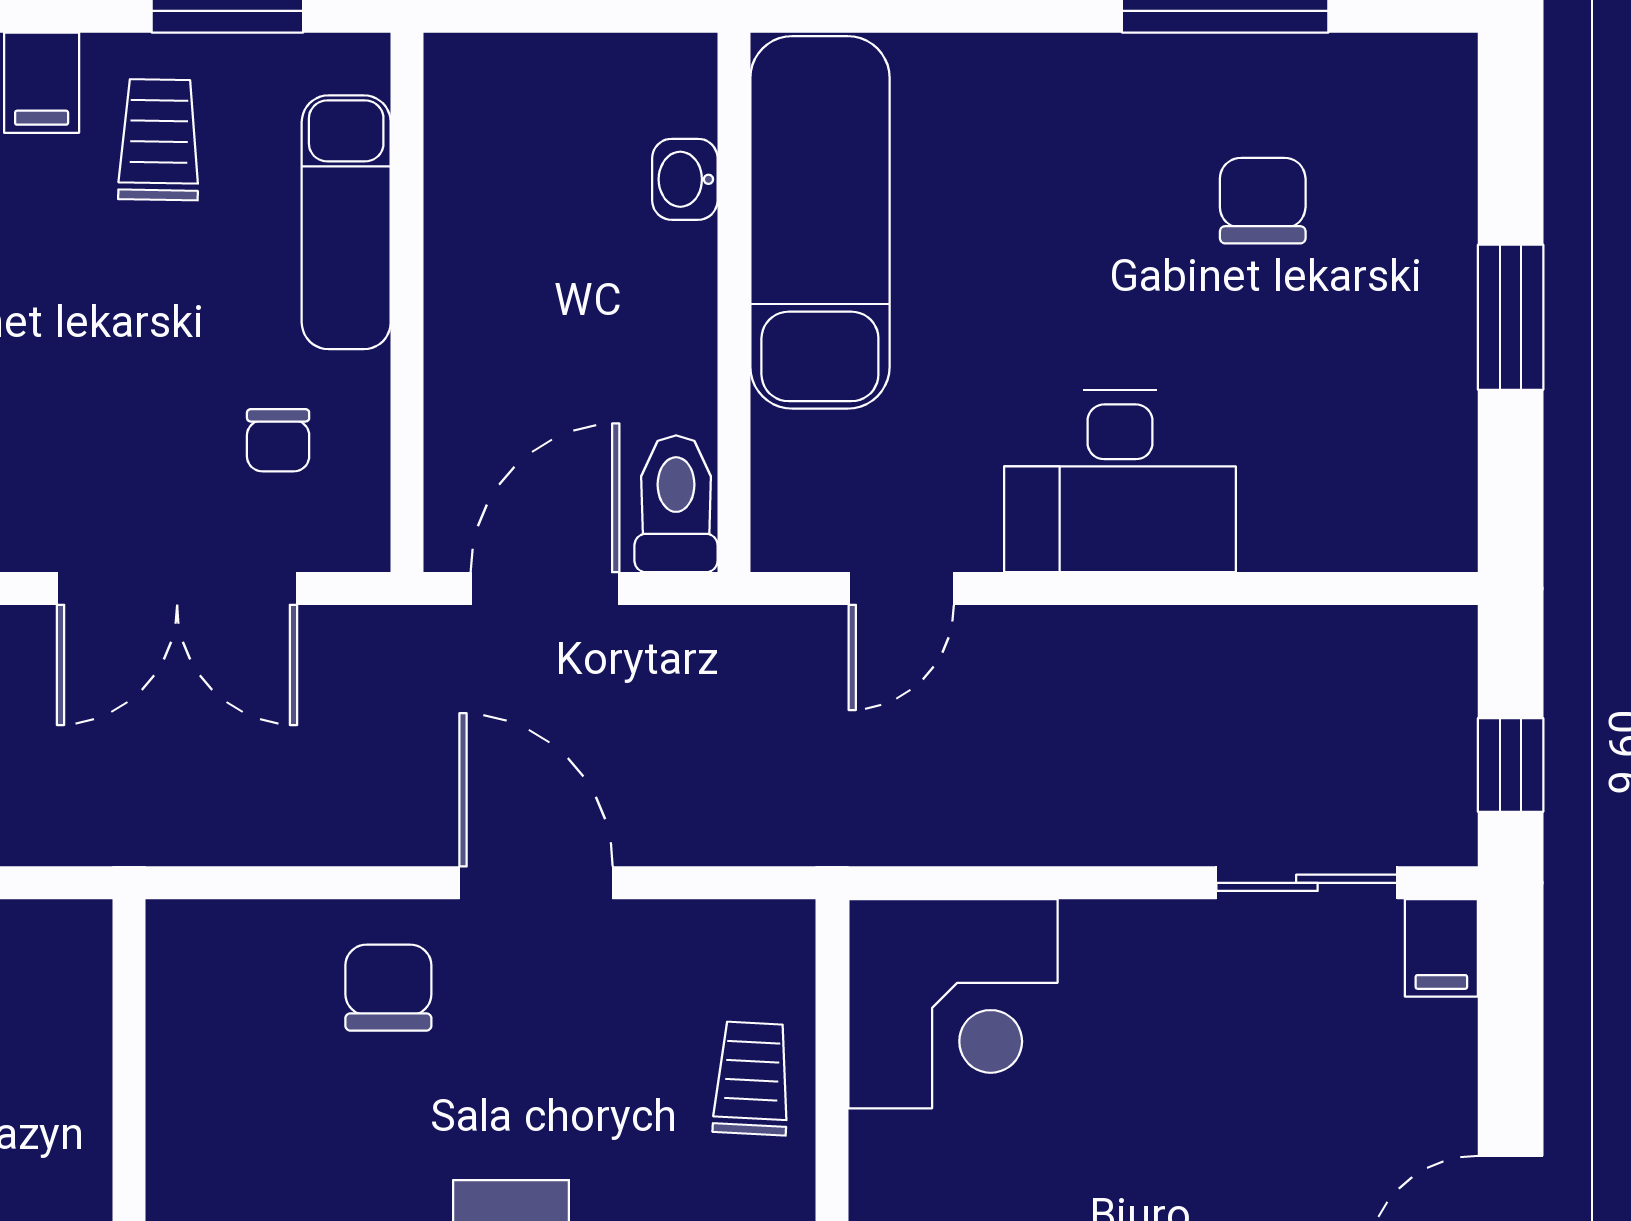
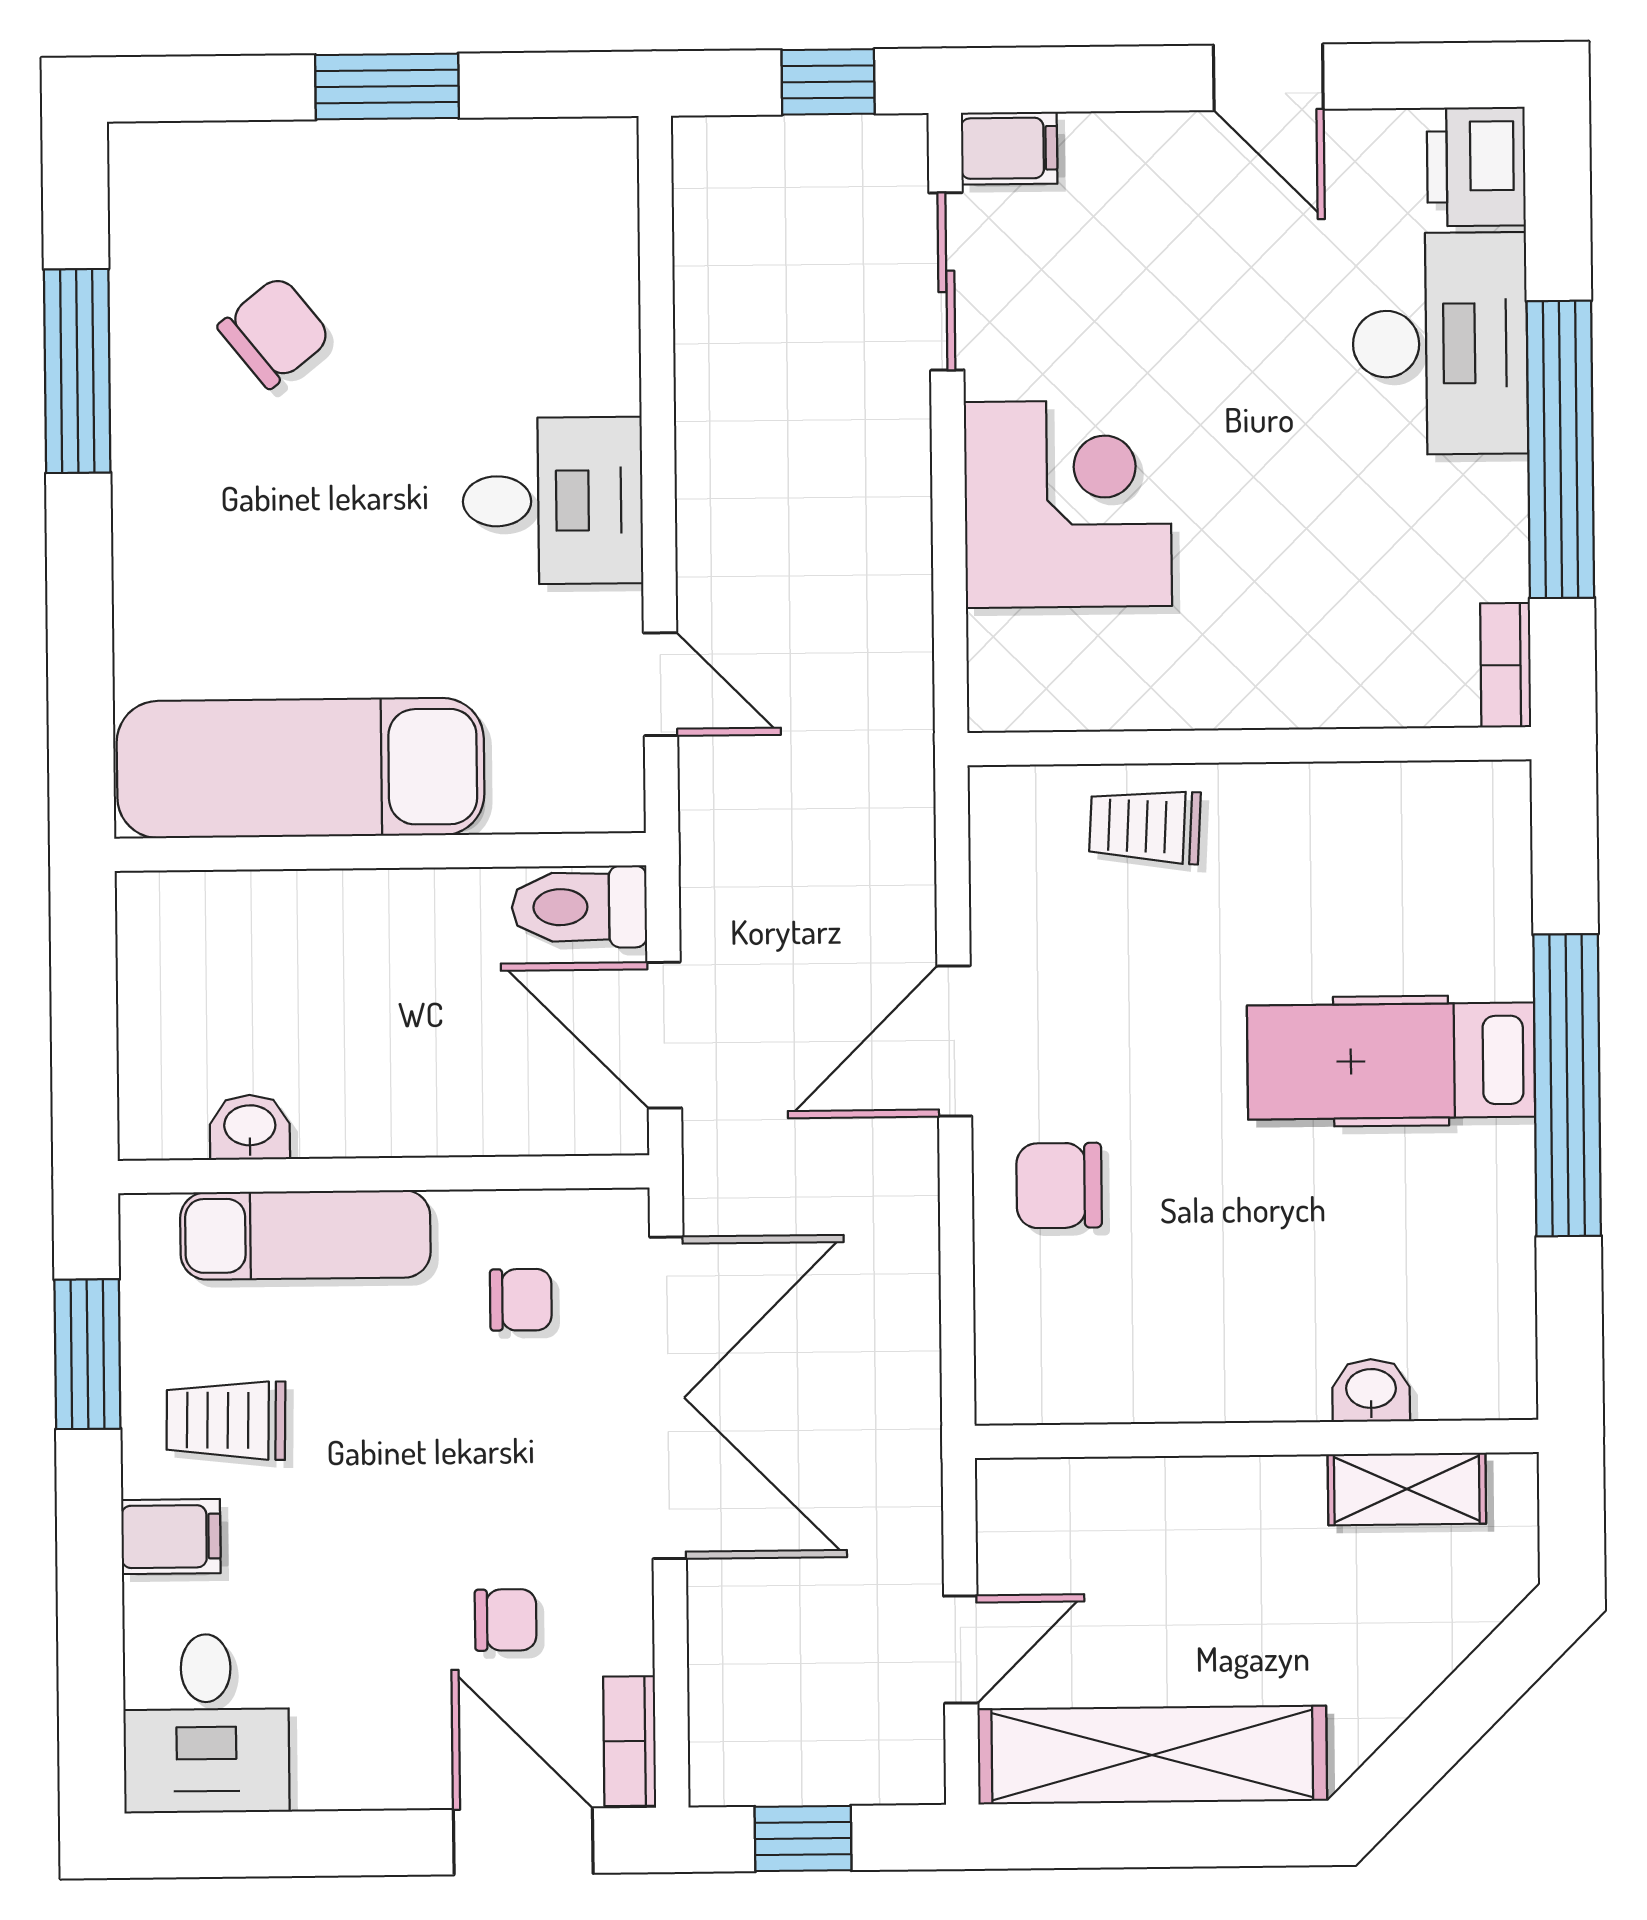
washbasin: (685, 179) -> (250, 1127), moved, turned 180
chair: (1263, 201) -> (275, 332), turned 141
desk: (1120, 481) -> (553, 501), width x0.73
double door: (177, 589) -> (668, 1398), width x1.36
corner desk: (953, 1004) -> (1068, 504), moved

